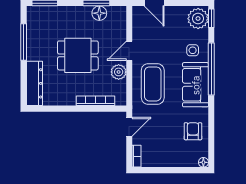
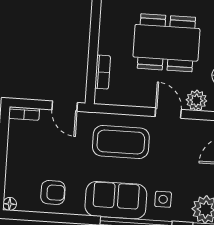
dining table: (78, 55) -> (166, 43), width x1.38
plant: (119, 72) -> (196, 100), moved
bookcase: (96, 101) -> (103, 72), width x0.64

